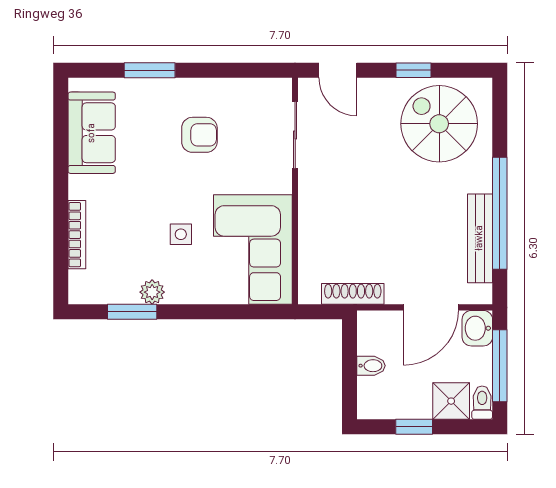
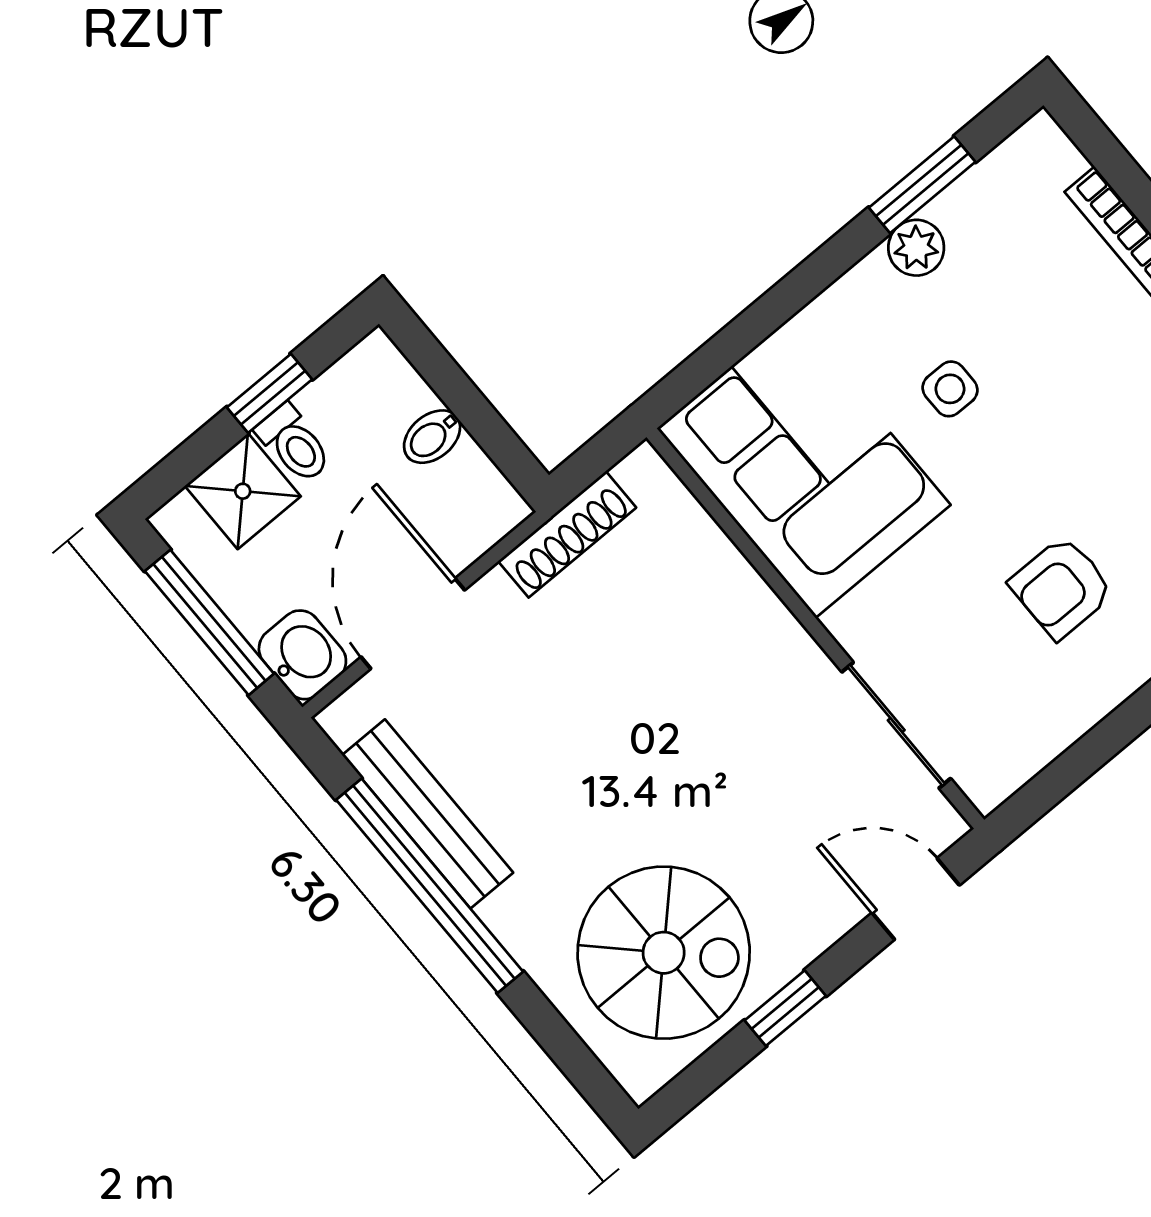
toilet: (482, 403) -> (294, 444), moved

